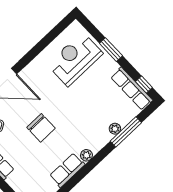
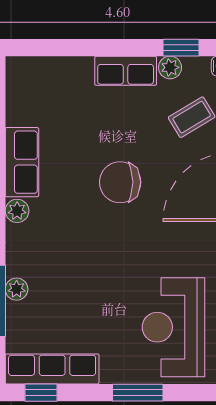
reception desk: (75, 59) -> (174, 327), turned 180

